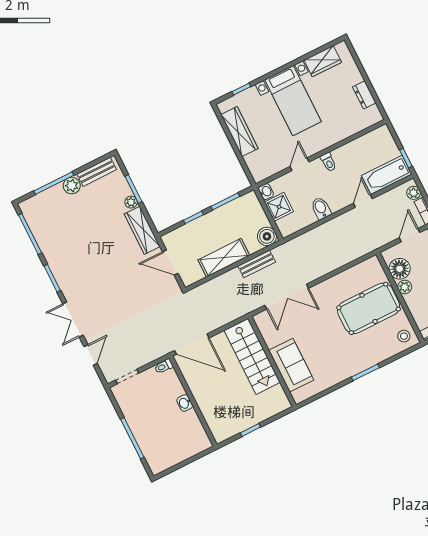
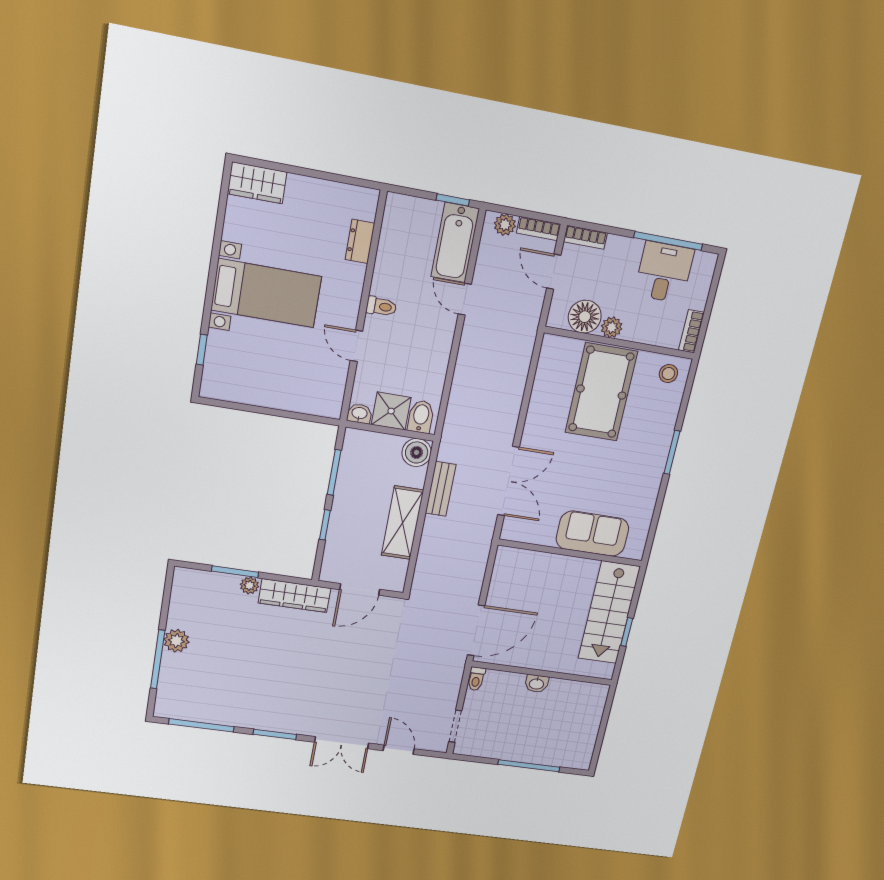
wardrobe: (323, 61) -> (257, 183), moved, turned 90
dresser: (364, 95) -> (360, 241), moved, turned 90
wardrobe: (239, 132) -> (257, 392), removed
bench: (97, 172) -> (180, 601), removed
bidet: (321, 208) -> (421, 417), moved, turned 90
stairs: (252, 356) -> (609, 613), moved, turned 90

